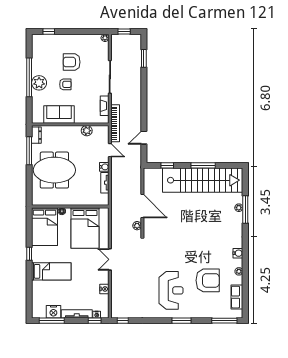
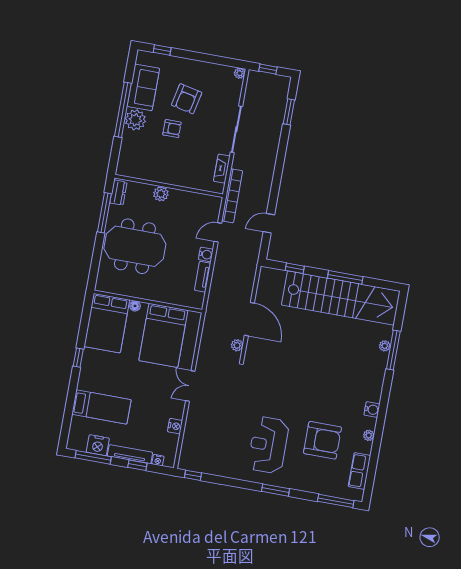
armchair: (72, 62) -> (187, 99), turned -78
sofa: (59, 114) -> (143, 87), moved, turned 90
plant: (87, 131) -> (161, 194), moved
door: (110, 150) -> (218, 232), swing flipped
bed: (51, 271) -> (101, 407), moved
reception desk: (171, 290) -> (268, 445), turned 180
window: (95, 321) -> (137, 465), moved

